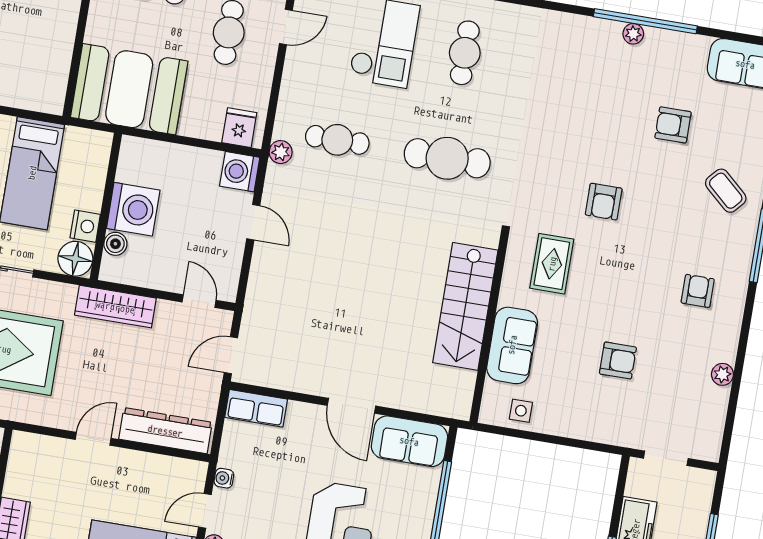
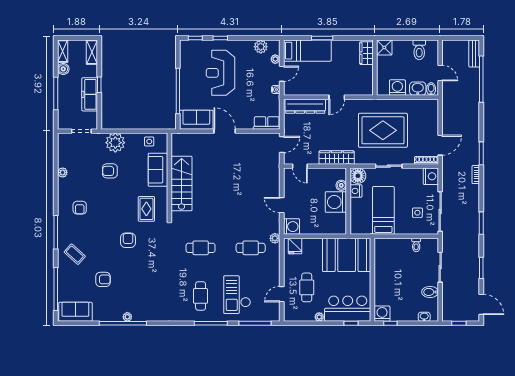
cafe table: (447, 158) -> (201, 248), width x0.73, depth x0.74
plant: (596, 421) -> (115, 143), added

